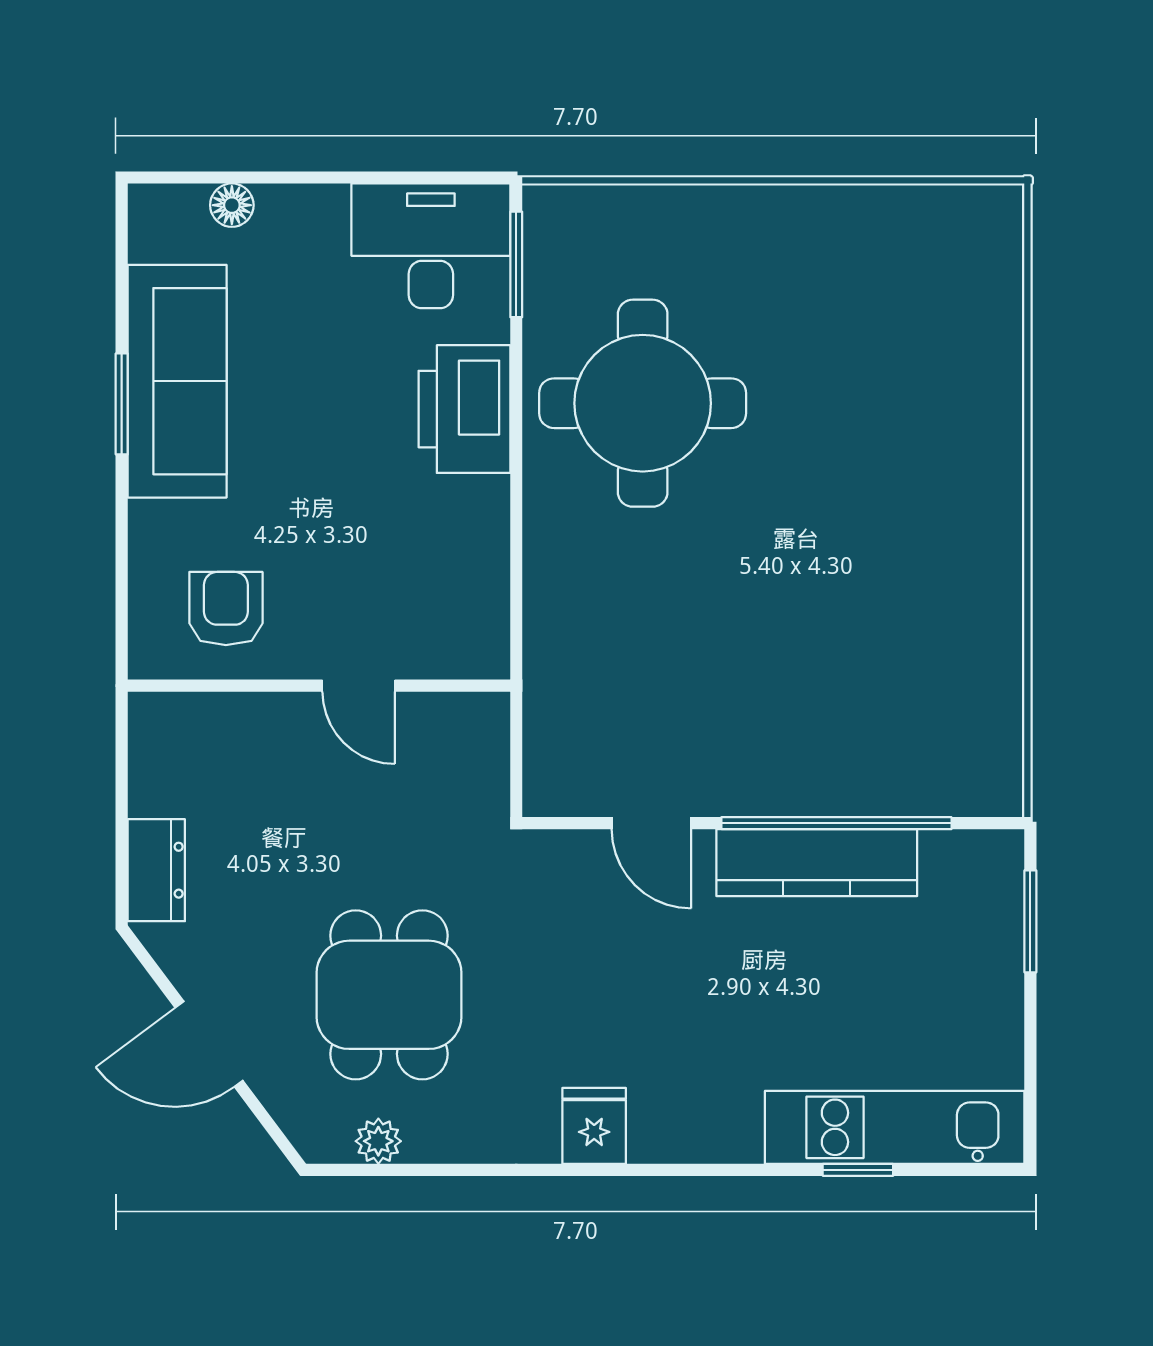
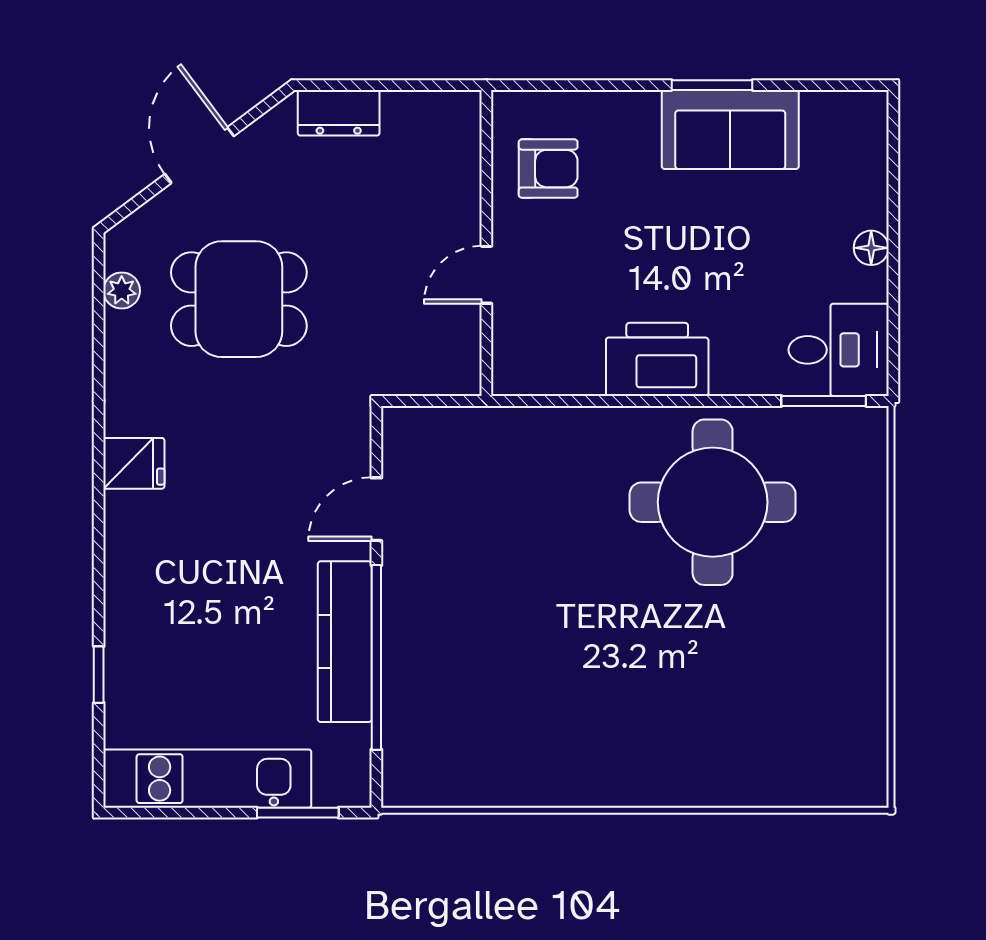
floor lamp: (232, 205) -> (871, 248), moved
desk: (431, 246) -> (839, 350), width x0.73
sofa: (177, 381) -> (730, 129), width x0.73
printer: (464, 409) -> (657, 359), moved
kitchen unit: (895, 1127) -> (207, 779), moved, turned -90

